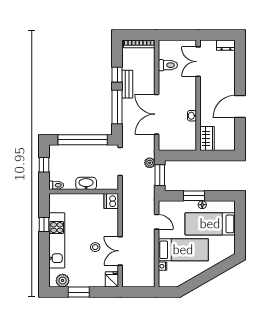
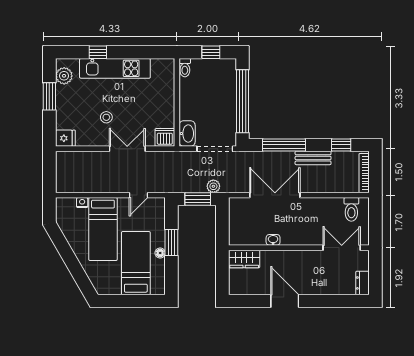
toilet: (168, 65) -> (351, 209), moved
window: (117, 75) -> (341, 145), moved
washbasin: (86, 183) -> (187, 134), moved
window: (44, 225) -> (98, 52), moved
double door: (120, 251) -> (127, 149), moved

